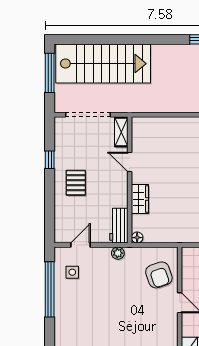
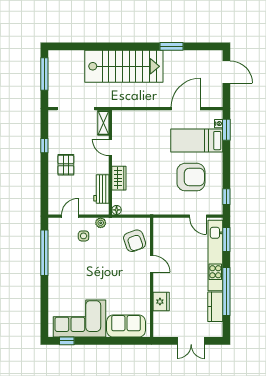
stairs: (103, 64) -> (124, 66), moved
workbench: (119, 226) -> (101, 189), moved
side table: (72, 272) -> (84, 236), moved

